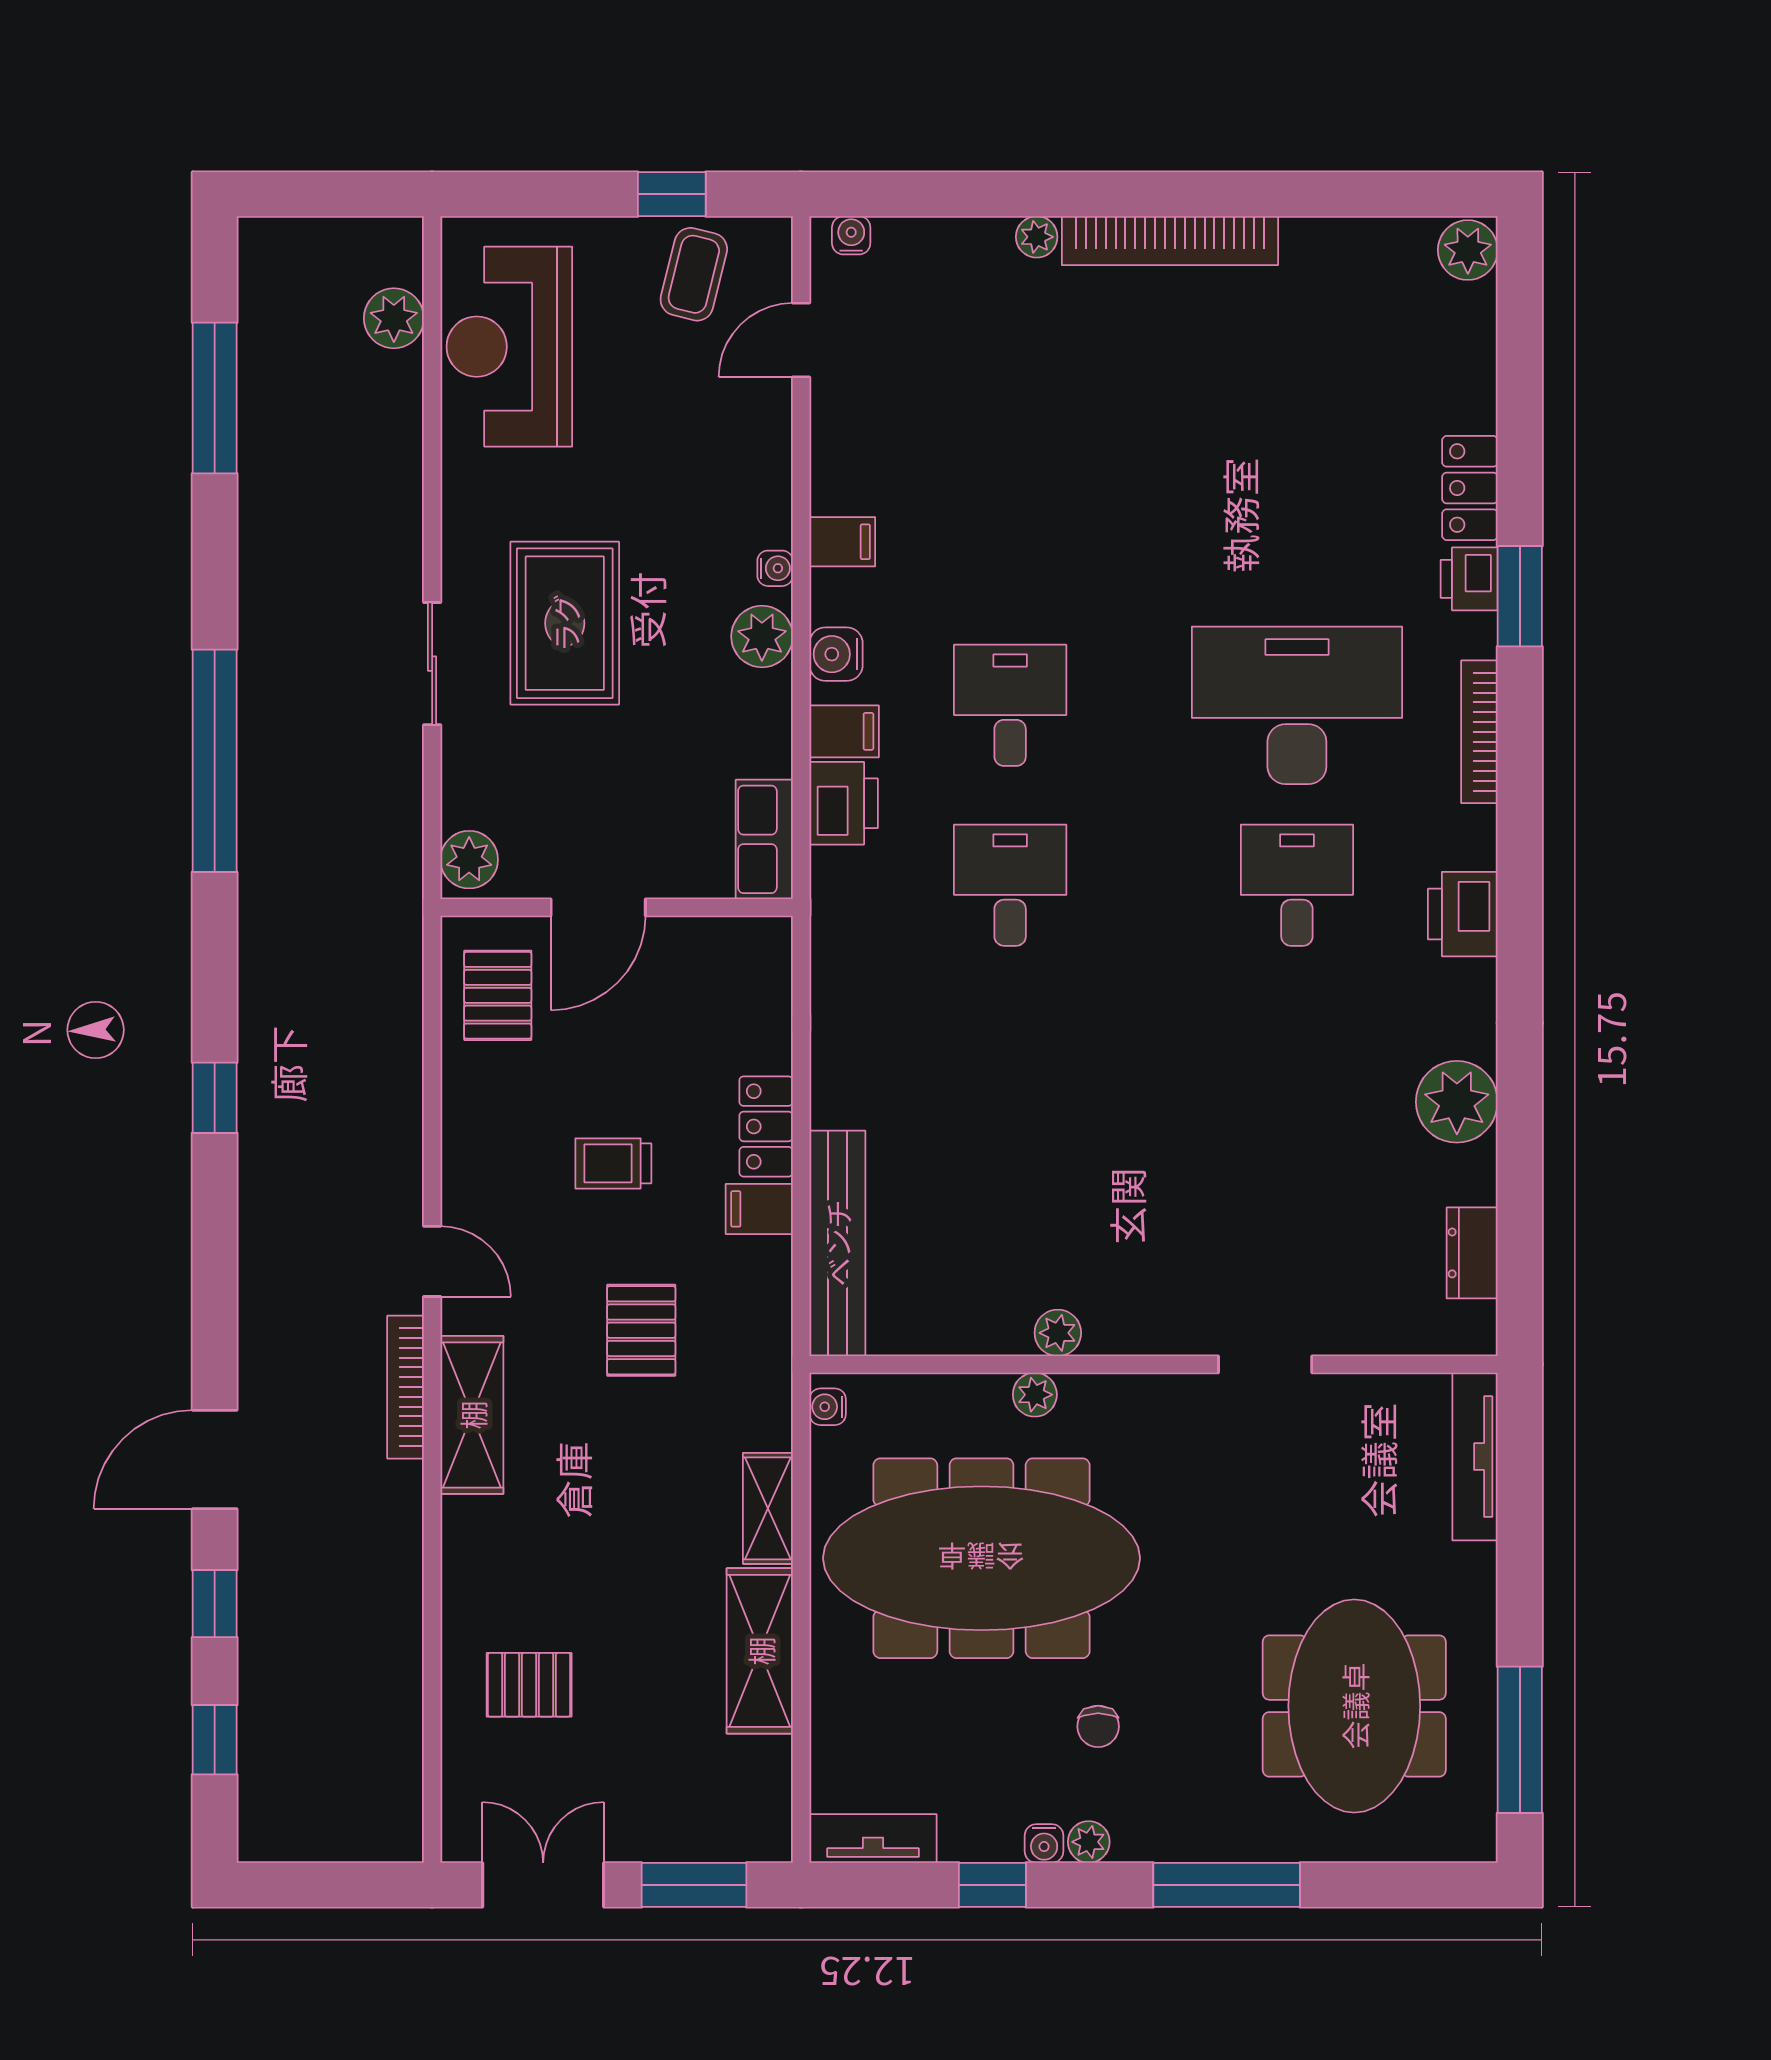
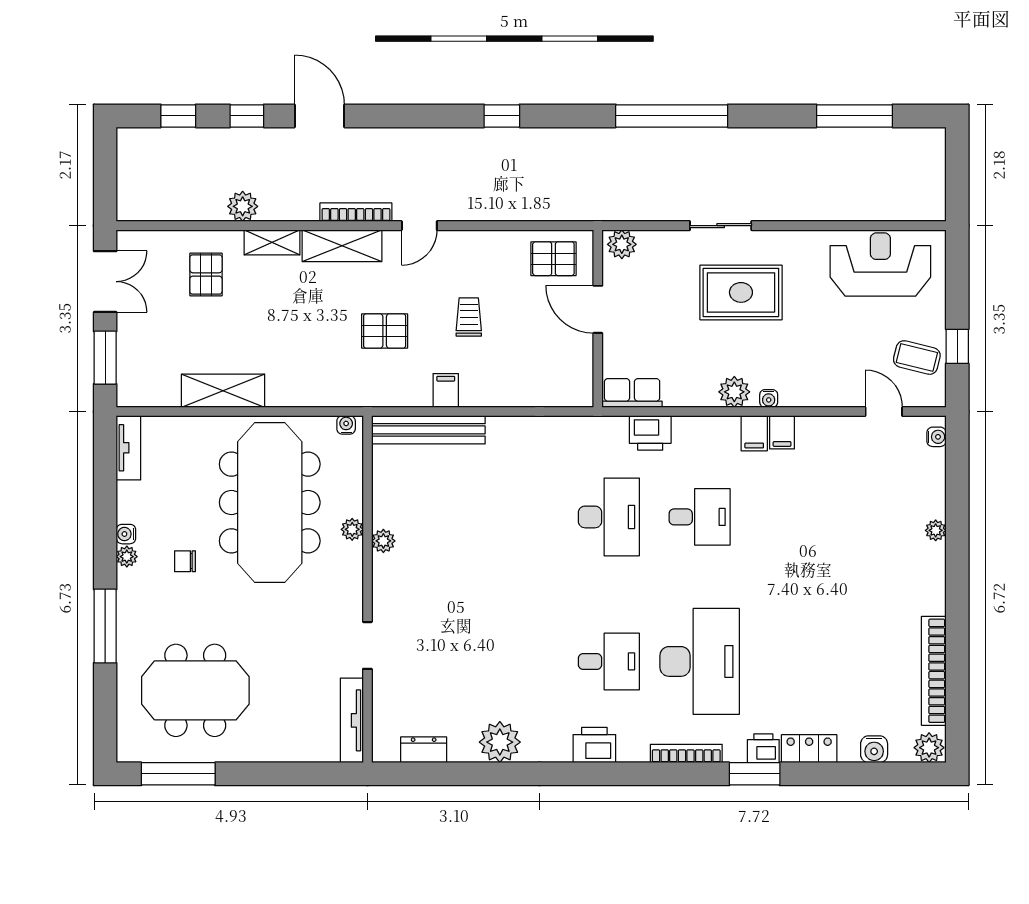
bookcase: (1170, 241) -> (934, 671), moved
plant: (394, 318) -> (243, 206), moved
water cooler: (836, 654) -> (874, 749), moved, turned 180
filing cabinet: (844, 731) -> (754, 433), moved
desk: (1010, 885) -> (609, 517), width x1.37
locker: (766, 1126) -> (487, 394), removed
tv unit: (1475, 1457) -> (352, 720), moved, turned -90
shelving: (768, 1508) -> (272, 242), moved
window: (992, 1885) -> (105, 508), removed

